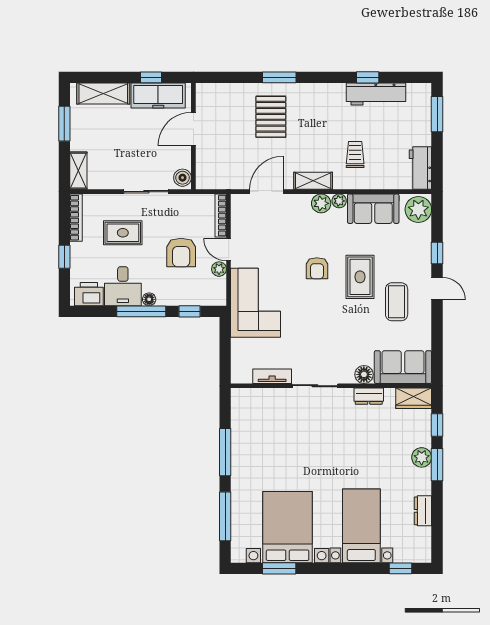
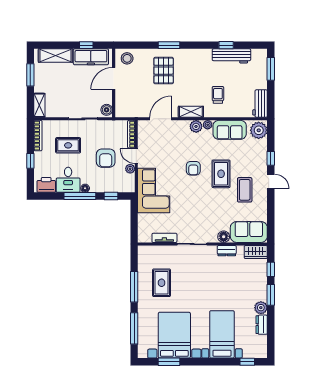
stool: (214, 98) -> (127, 58), added
rug: (268, 446) -> (162, 283), added
plant: (422, 457) -> (261, 308), moved

